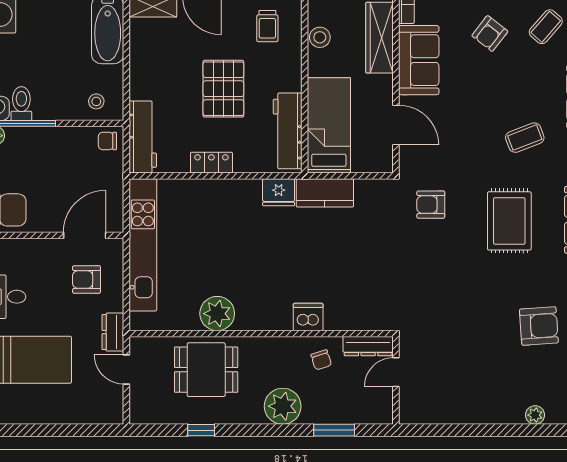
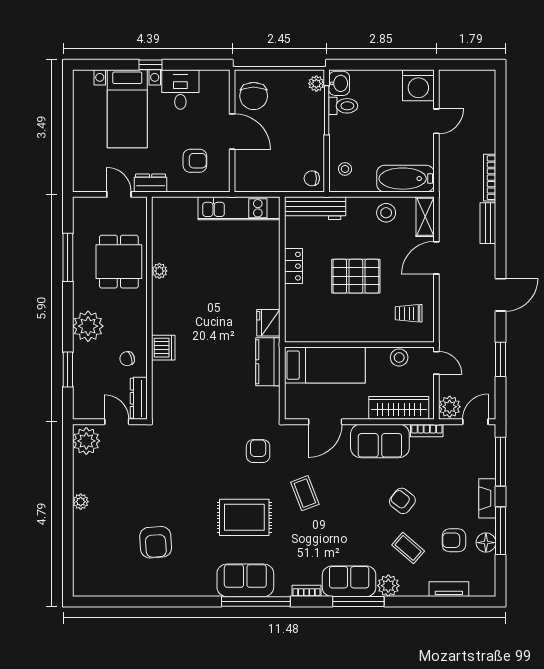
stool: (148, 53) -> (386, 213), added
workbench: (288, 131) -> (320, 330), removed
coffee table: (525, 138) -> (305, 493), moved
chair: (107, 141) -> (312, 178), turned -90
door: (85, 235) -> (232, 132), moved
kitchen unit: (143, 245) -> (239, 208), width x0.73
armchair: (86, 280) -> (195, 161), turned 90
plant: (217, 314) -> (159, 271), width x0.53, depth x0.53
door: (126, 370) -> (119, 194), hinge flipped
plant: (419, 408) -> (86, 441), added
plant: (535, 415) -> (81, 502), moved
window: (201, 430) -> (68, 257), width x2.17

